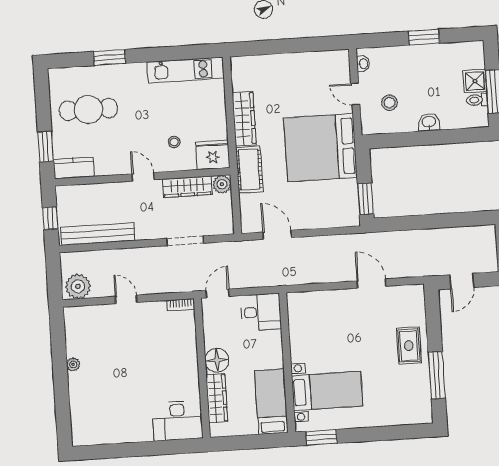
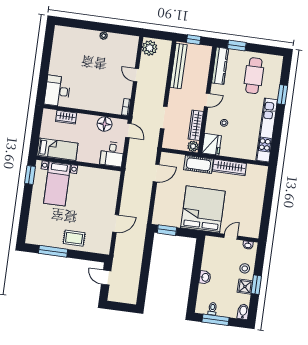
bidet: (472, 49) -> (243, 312), added
kitchen unit: (186, 70) -> (267, 130), width x1.36
shower: (475, 81) -> (245, 287), moved
stool: (390, 103) -> (245, 268), moved
kitchen counter: (74, 168) -> (220, 66), width x1.50
door: (126, 299) -> (136, 75), swing flipped
floor lamp: (217, 360) -> (105, 124), moved
wardrobe: (217, 398) -> (66, 117), width x0.67

